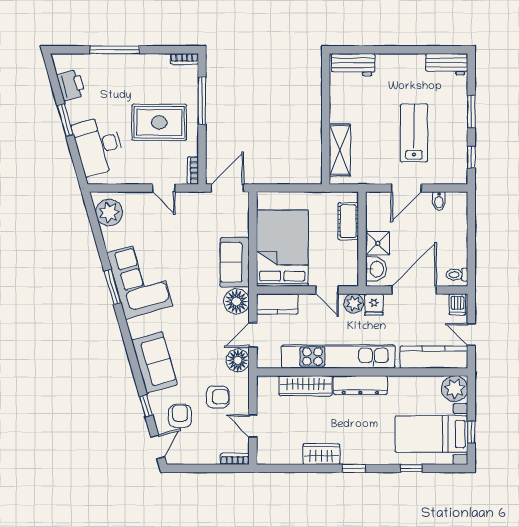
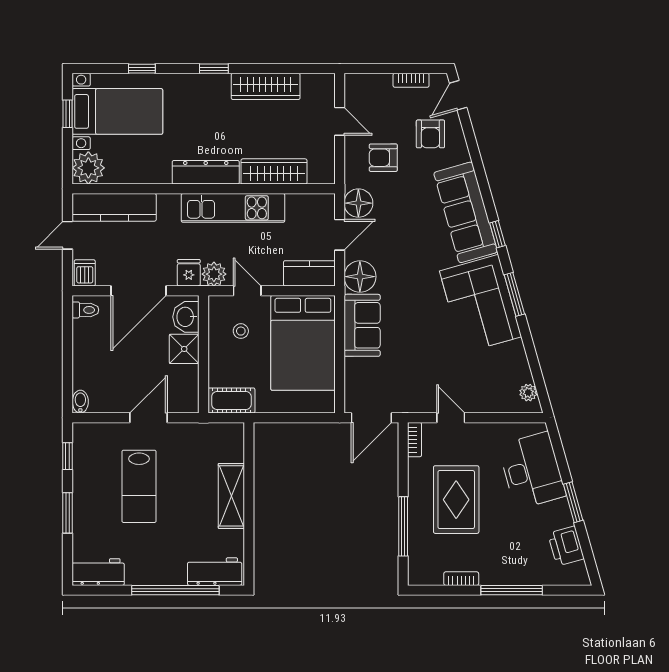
window: (385, 50) -> (175, 590), added
bookcase: (184, 59) -> (461, 579), moved
rug: (159, 122) -> (456, 500), turned 90
shelving: (340, 150) -> (231, 496), moved
bidet: (439, 201) -> (80, 402), moved
plant: (109, 213) -> (528, 393), width x0.53, depth x0.53
cot: (348, 221) -> (231, 400), moved, turned 90
stool: (332, 258) -> (241, 331), added
door: (471, 335) -> (68, 235), swing flipped
kitchen unit: (338, 357) -> (233, 208), width x0.73
sofa: (154, 363) -> (466, 212), width x1.36
window: (146, 406) -> (497, 234), moved
wardrobe: (321, 454) -> (266, 86), width x1.50
bookcase: (235, 459) -> (411, 80), moved

